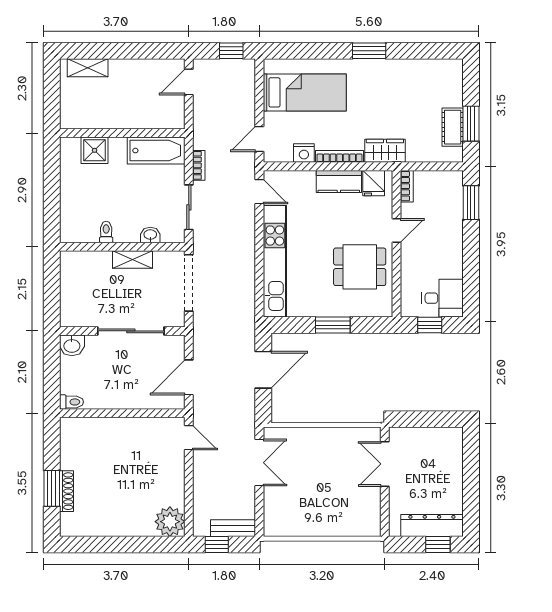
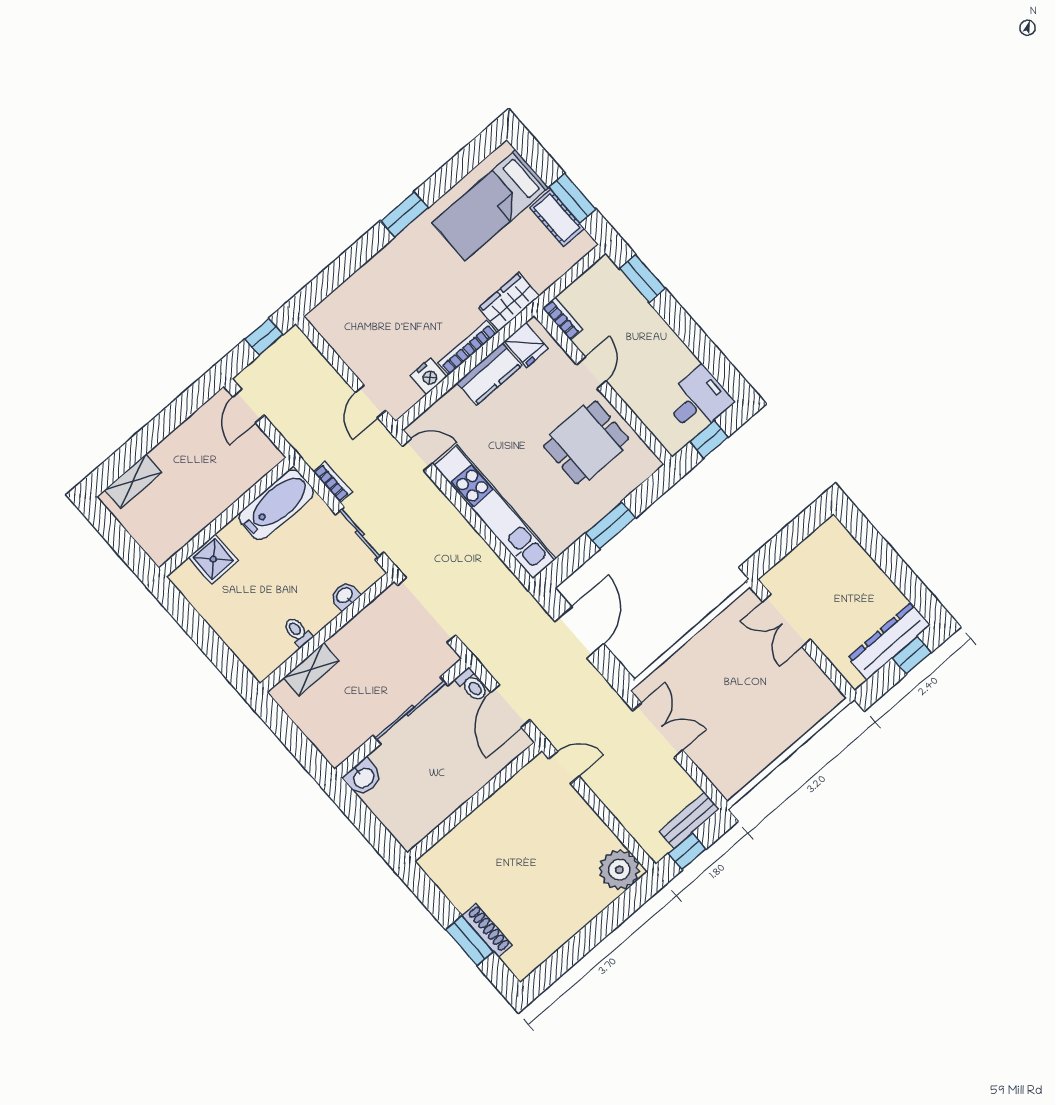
bed: (305, 92) -> (490, 205), moved, turned 180
shelving: (133, 260) -> (311, 669), moved
toilet: (71, 402) -> (472, 685), moved, turned 90

